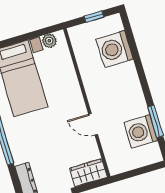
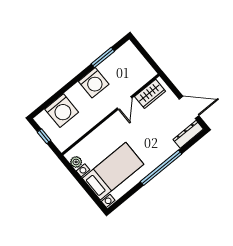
washing machine: (141, 132) -> (94, 83), moved
wardrobe: (88, 173) -> (150, 94), moved, turned -90

